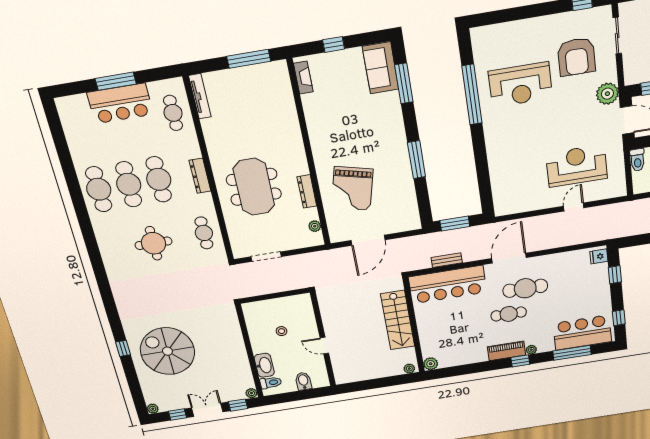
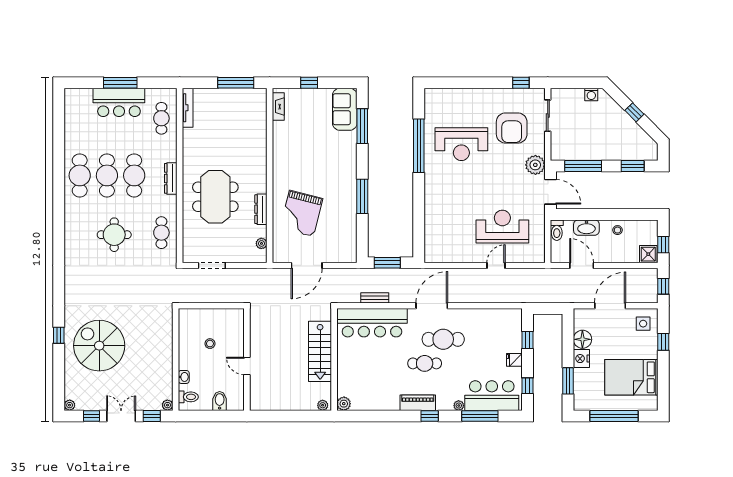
fridge: (599, 256) -> (514, 360), moved
plant: (531, 350) -> (459, 406), moved
washbasin: (264, 365) -> (184, 377), width x0.52, depth x0.69

